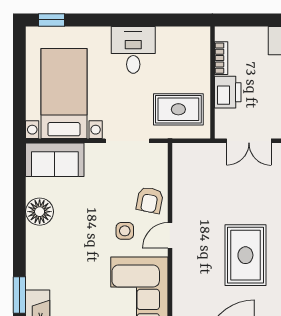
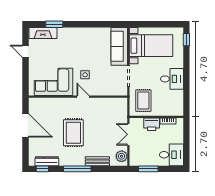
sofa: (55, 160) -> (119, 46), width x1.36
armchair: (150, 200) -> (100, 87), removed
floor lamp: (40, 212) -> (94, 34), removed
rug: (245, 255) -> (73, 133), turned 90

